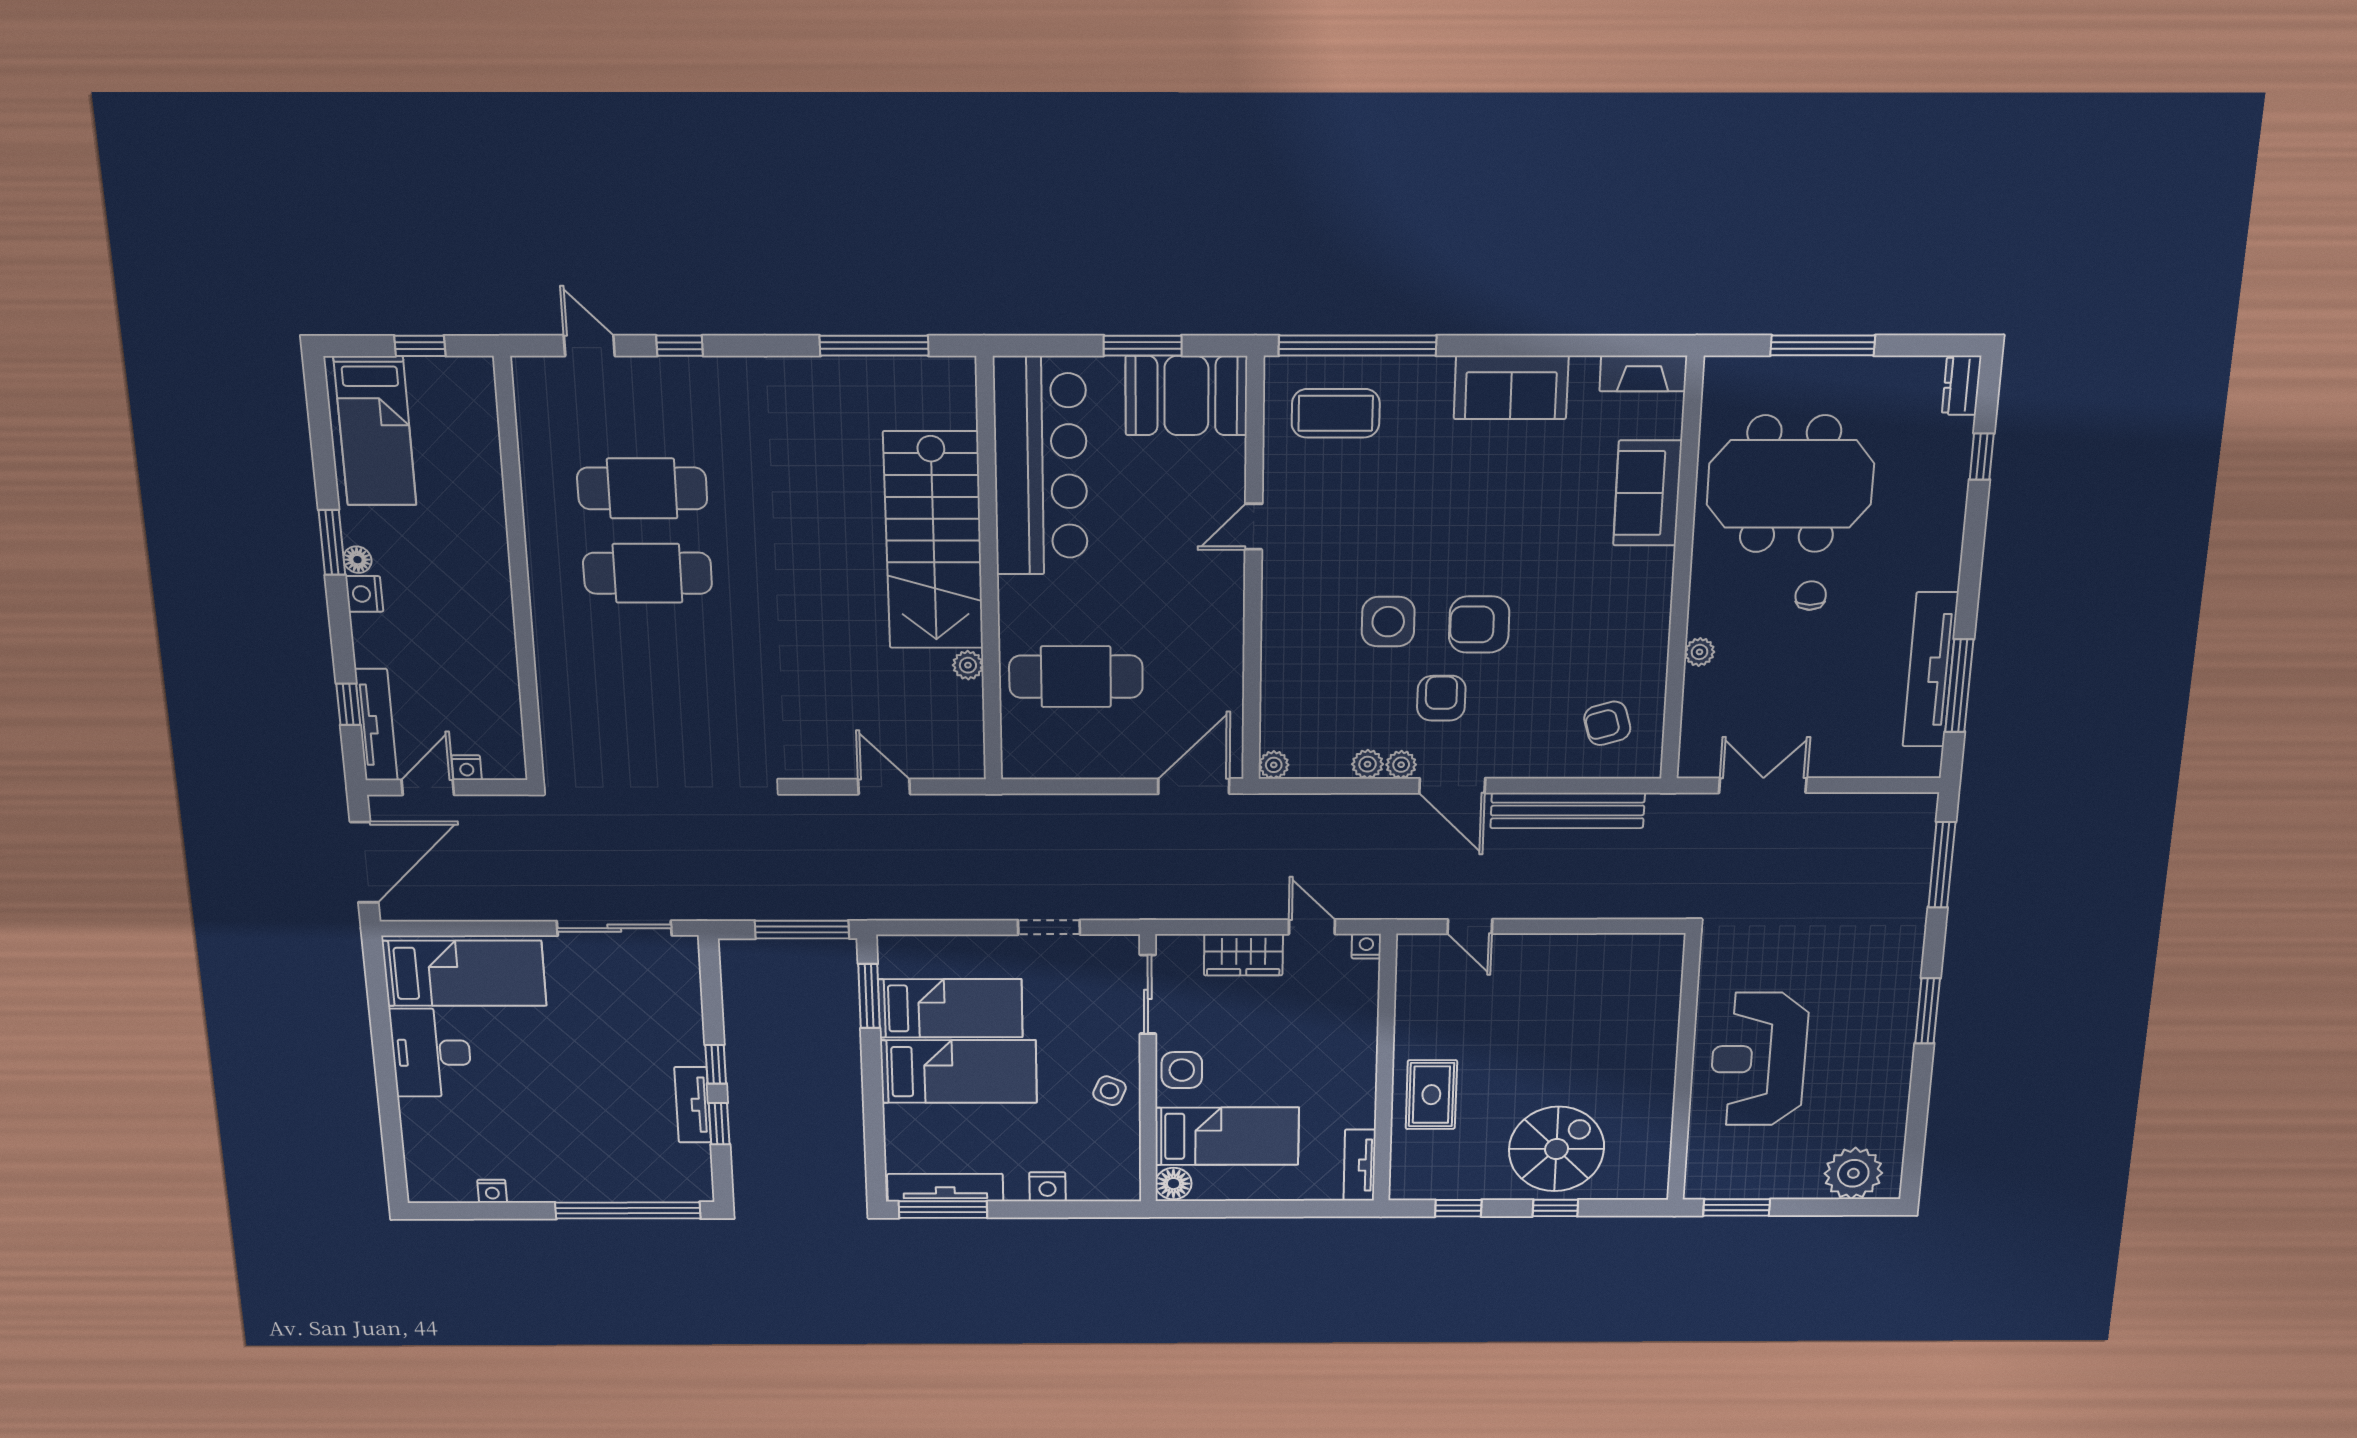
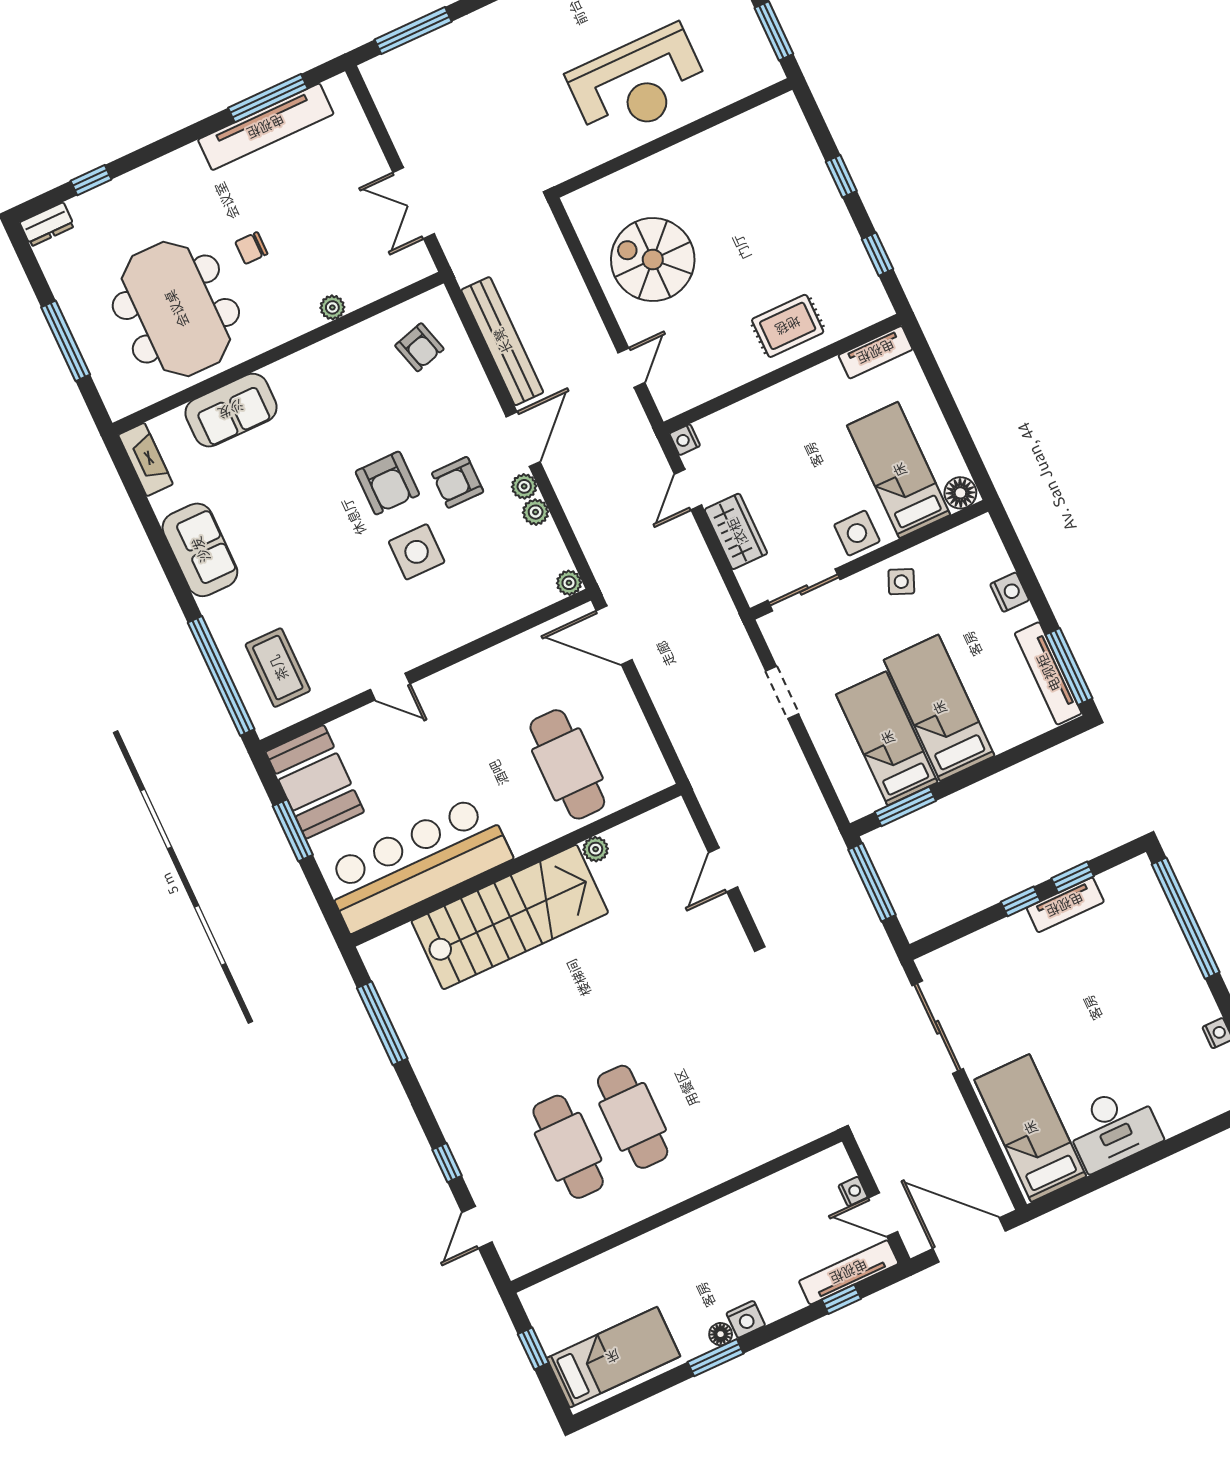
spiral stairs: (1557, 1149) -> (653, 260), moved

